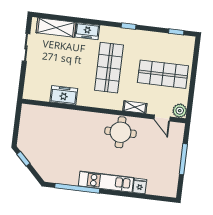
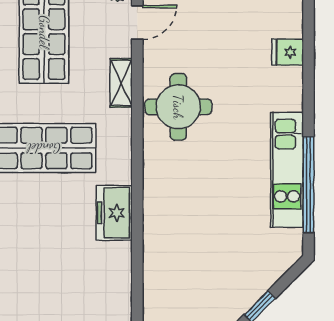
freezer: (64, 95) -> (114, 213), moved
kitchen unit: (106, 182) -> (287, 170), moved

